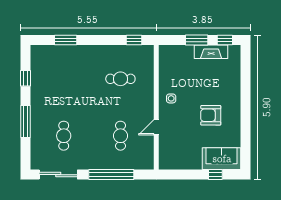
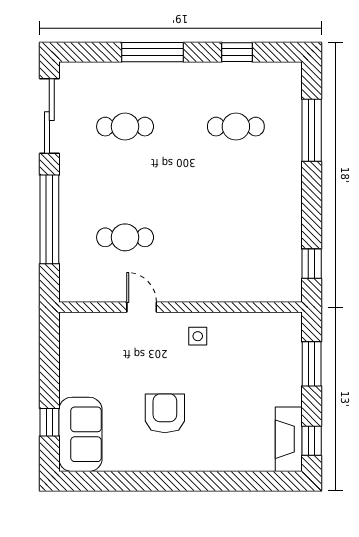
window: (66, 40) -> (312, 130), width x1.44
window: (197, 40) -> (312, 364), moved
fireplace: (211, 52) -> (289, 439), moved
cafe table: (120, 79) -> (236, 127), moved, turned 90

